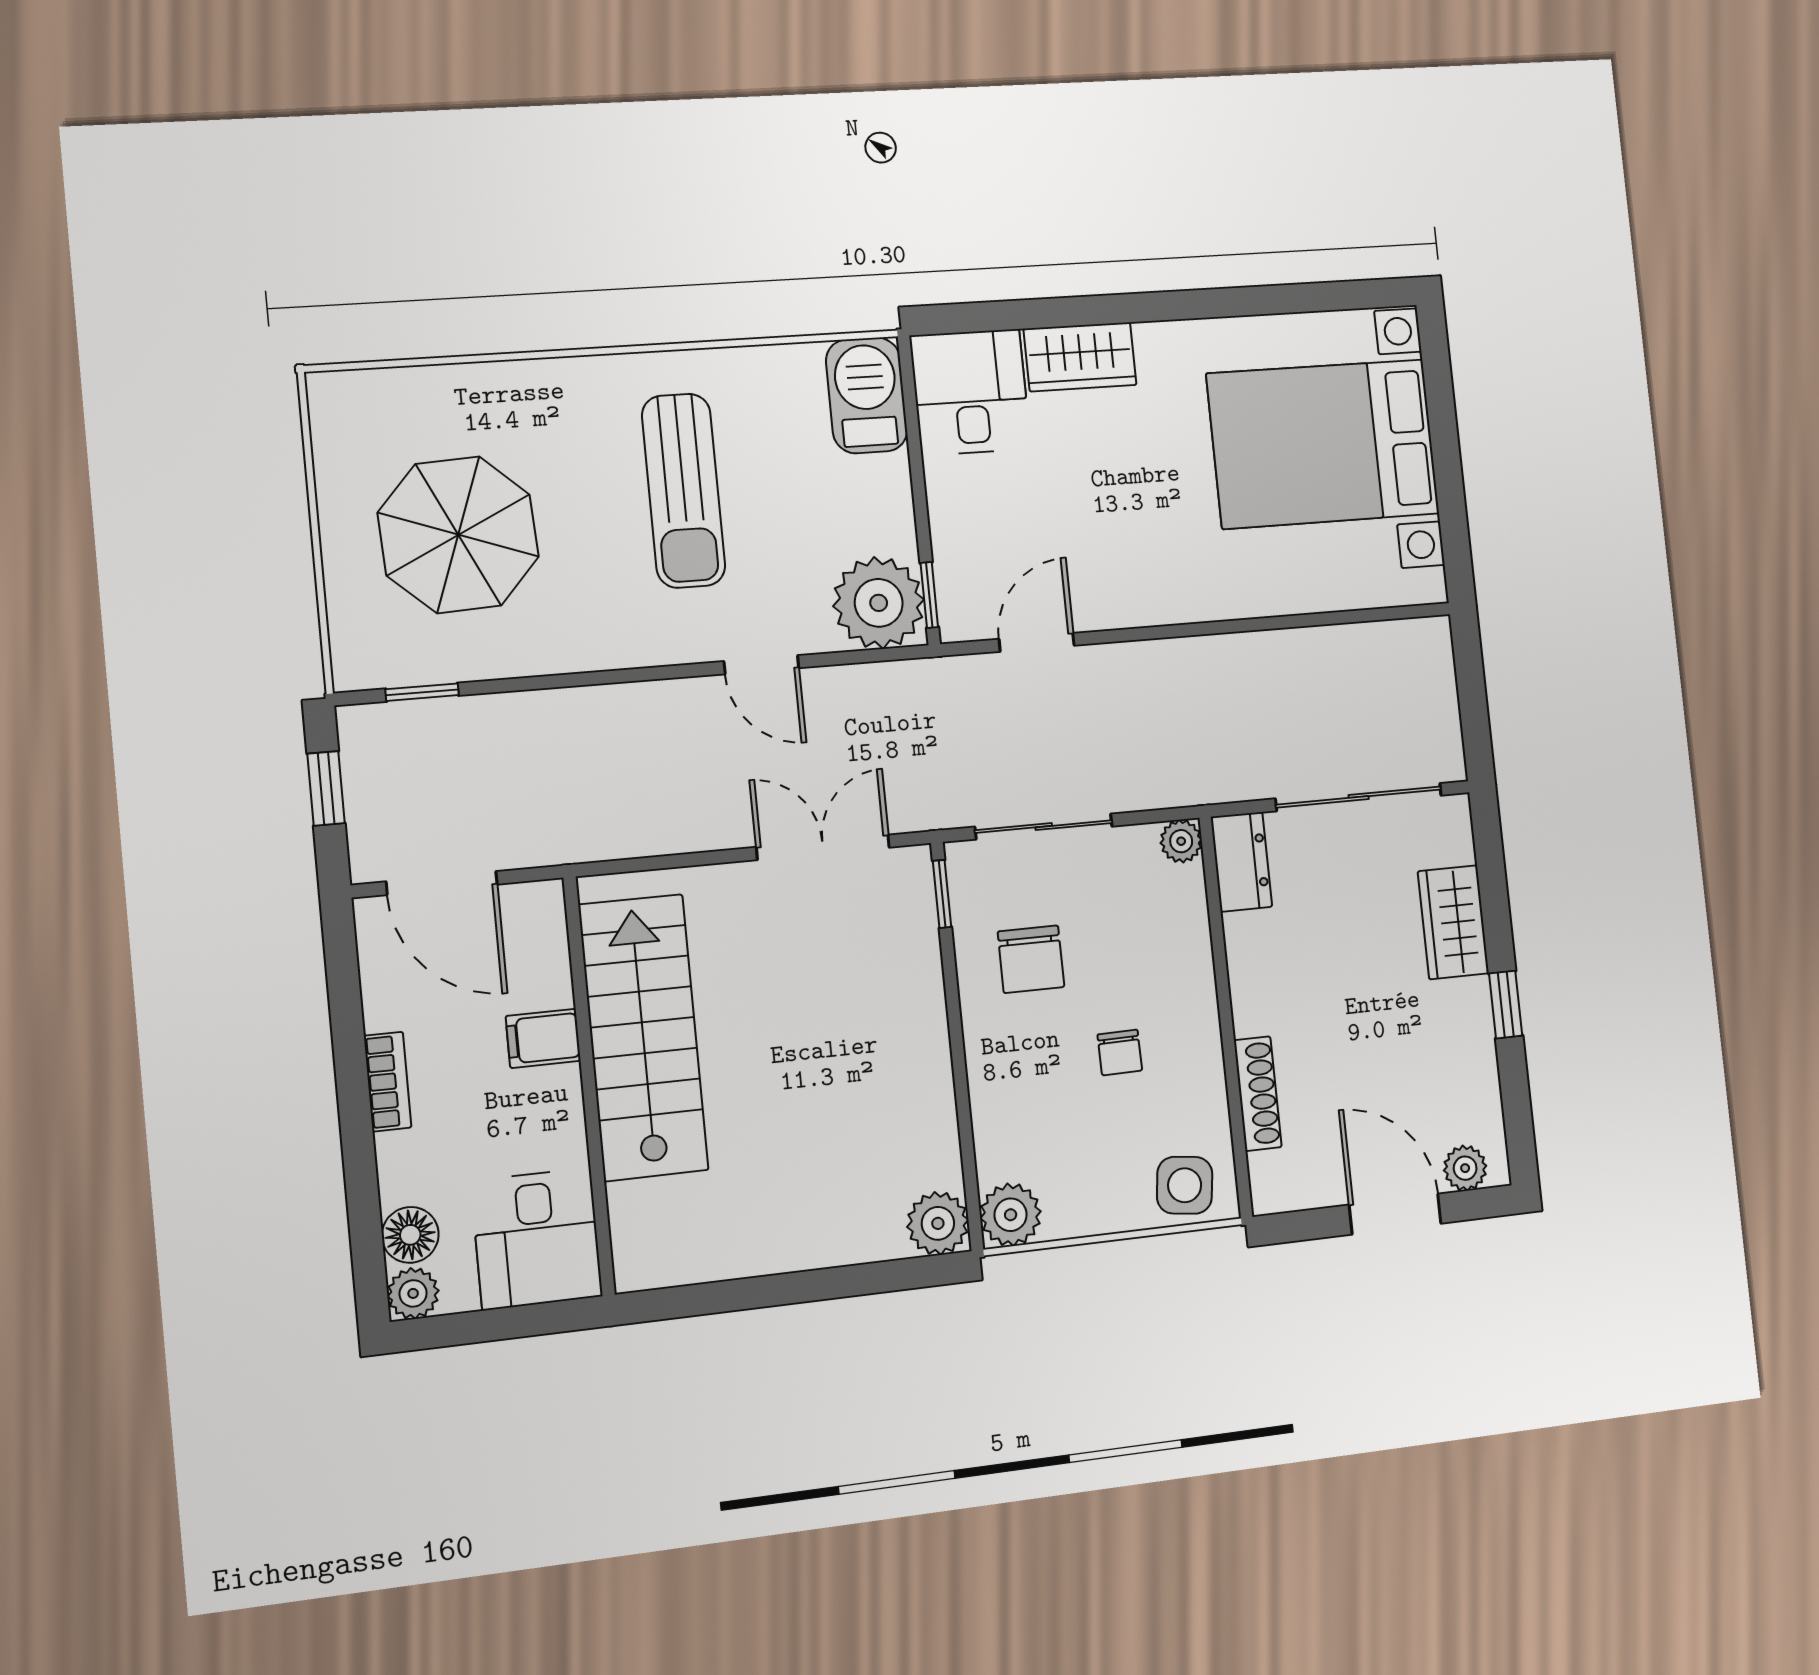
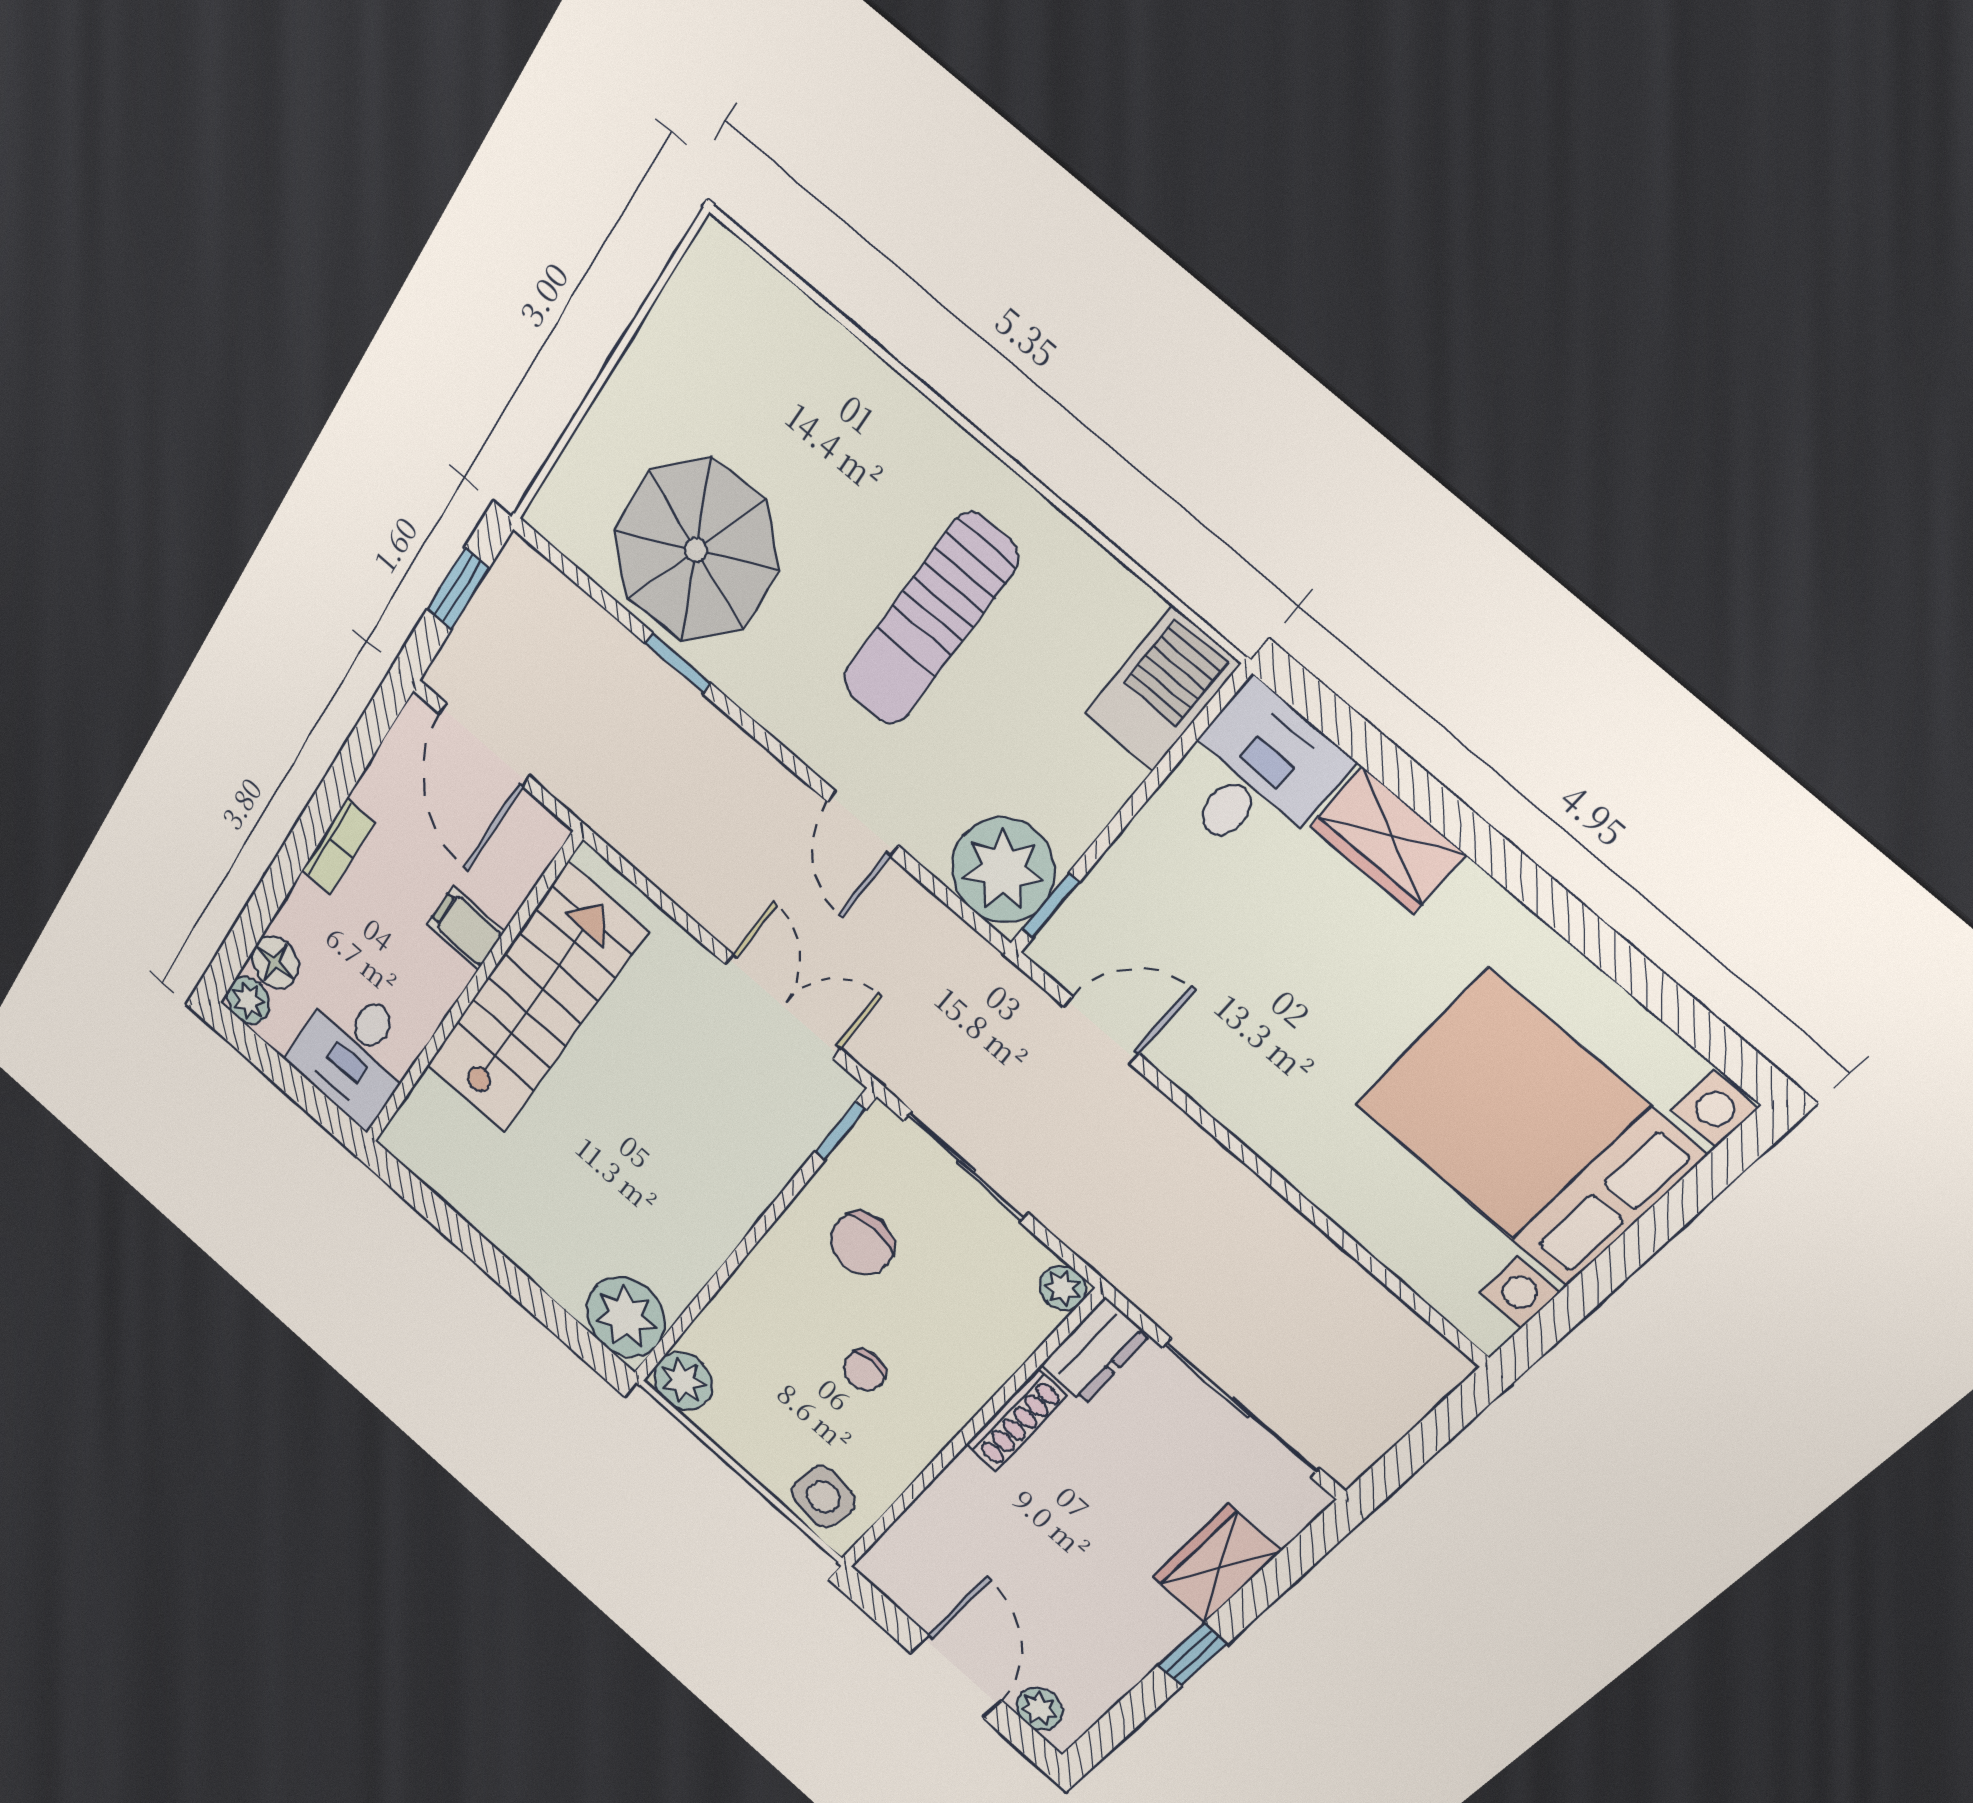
parasol: (458, 535) -> (696, 550), moved
window: (422, 692) -> (678, 663), moved
shoe rack: (1258, 1094) -> (1016, 1420), moved
plant: (938, 1223) -> (625, 1317), width x1.36, depth x1.36

